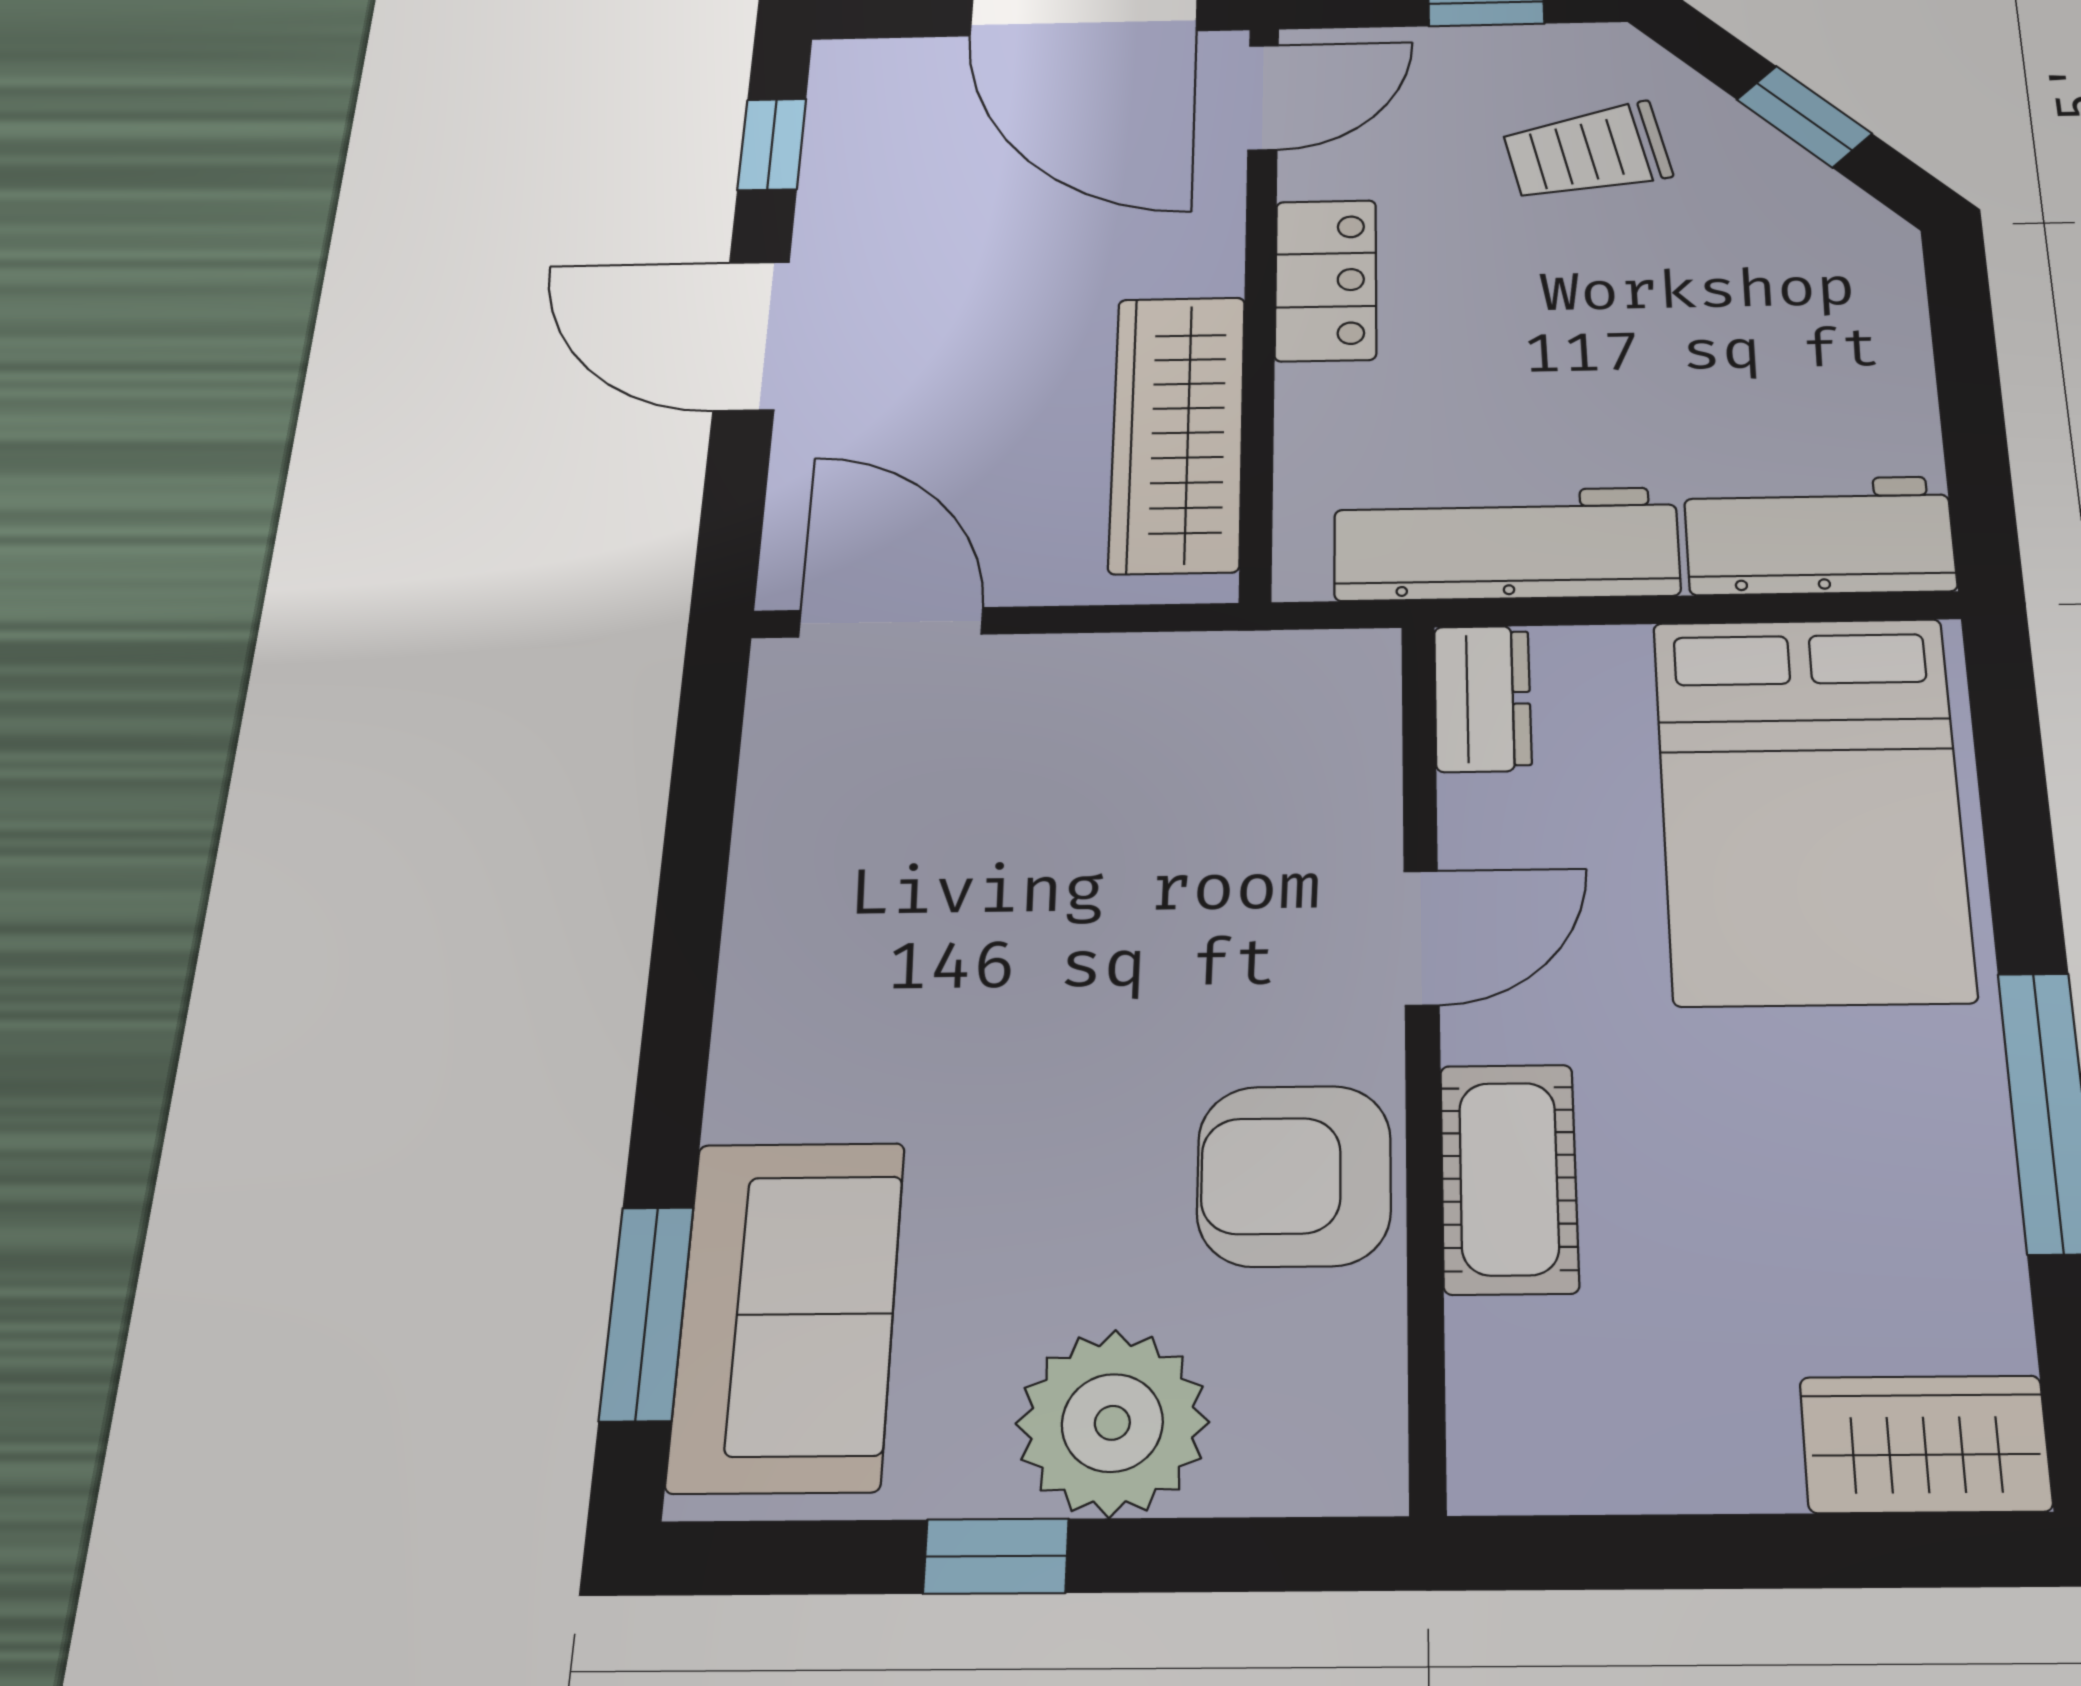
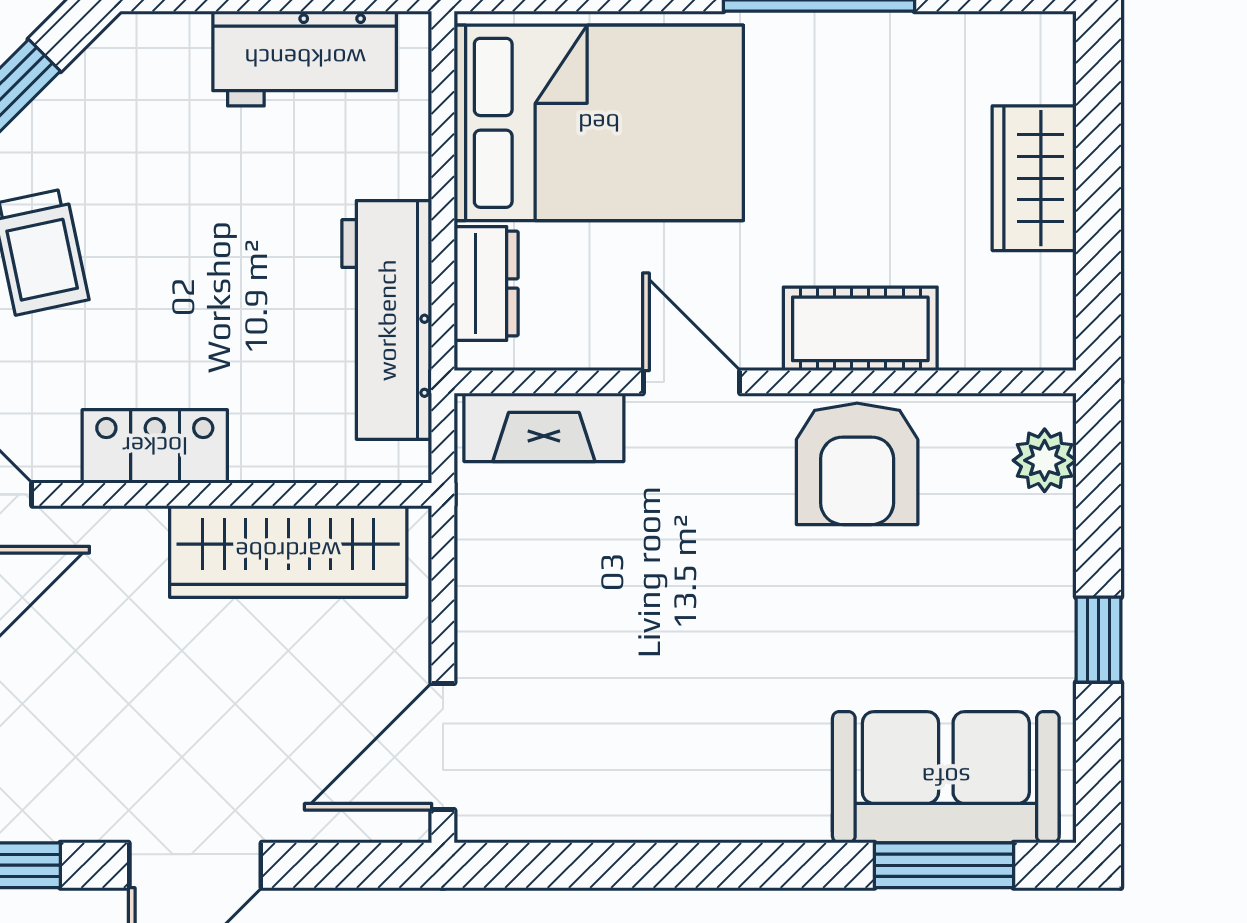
workbench: (1819, 536) -> (305, 58), moved, turned -90
dresser: (1483, 698) -> (486, 283), moved, turned 90
fireplace: (1352, 742) -> (544, 427), added
plant: (1112, 1423) -> (1045, 460), moved, width x0.53, depth x0.53
wardrobe: (1925, 1444) -> (1034, 178), moved

